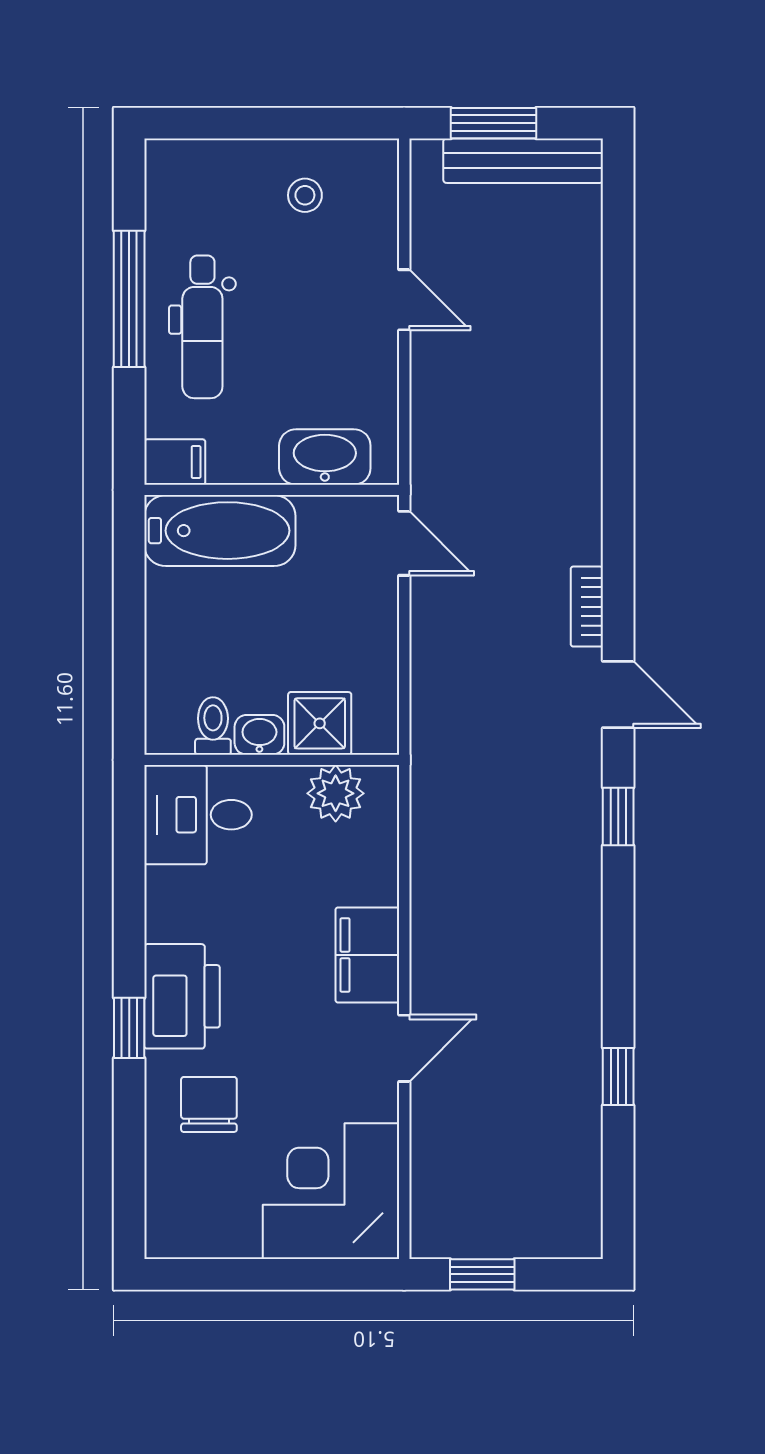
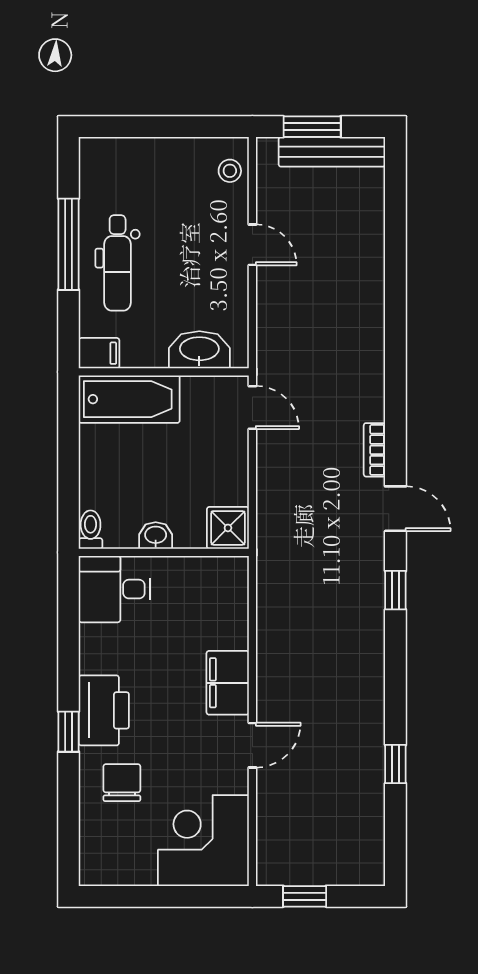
stool: (305, 195) -> (230, 171), moved
shower: (320, 723) -> (228, 528), moved
toilet: (213, 726) -> (91, 530), moved
plant: (336, 793) -> (206, 575), removed

